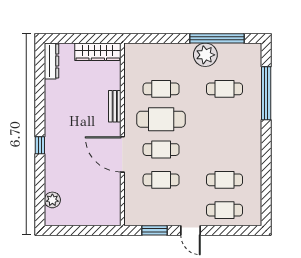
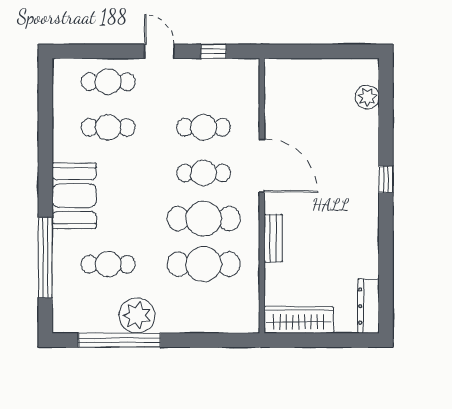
cafe table: (161, 89) -> (204, 264), width x1.37, depth x1.35
booth: (247, 134) -> (74, 196), added
window: (155, 230) -> (213, 51), width x0.67

